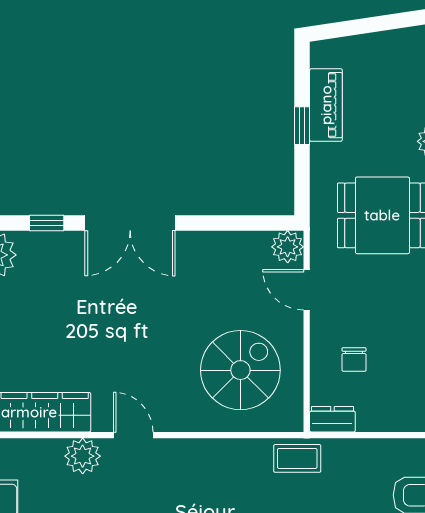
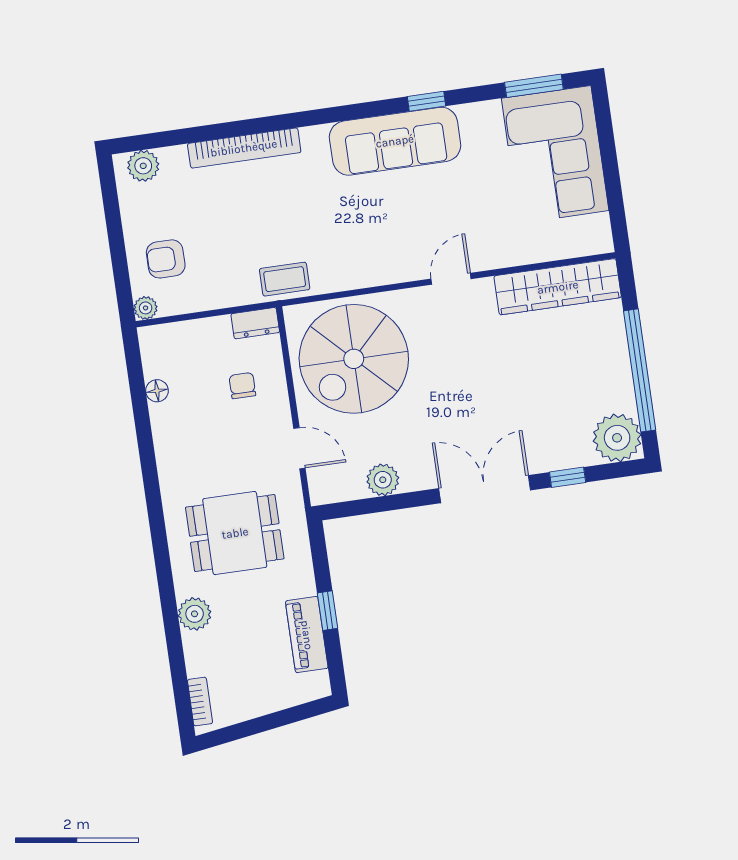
plant: (288, 247) -> (383, 480), moved
spiral stairs: (240, 370) -> (354, 359), width x1.37, depth x1.37
door: (133, 435) -> (451, 279), swing flipped
plant: (83, 456) -> (498, 251), removed

